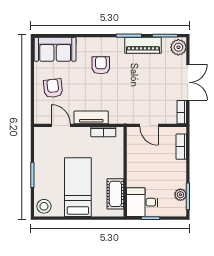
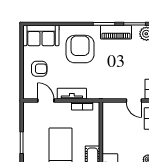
armchair: (101, 65) -> (80, 49), width x1.88, depth x1.88
armchair: (53, 88) -> (39, 69), turned 96
door: (149, 125) -> (134, 101), moved

